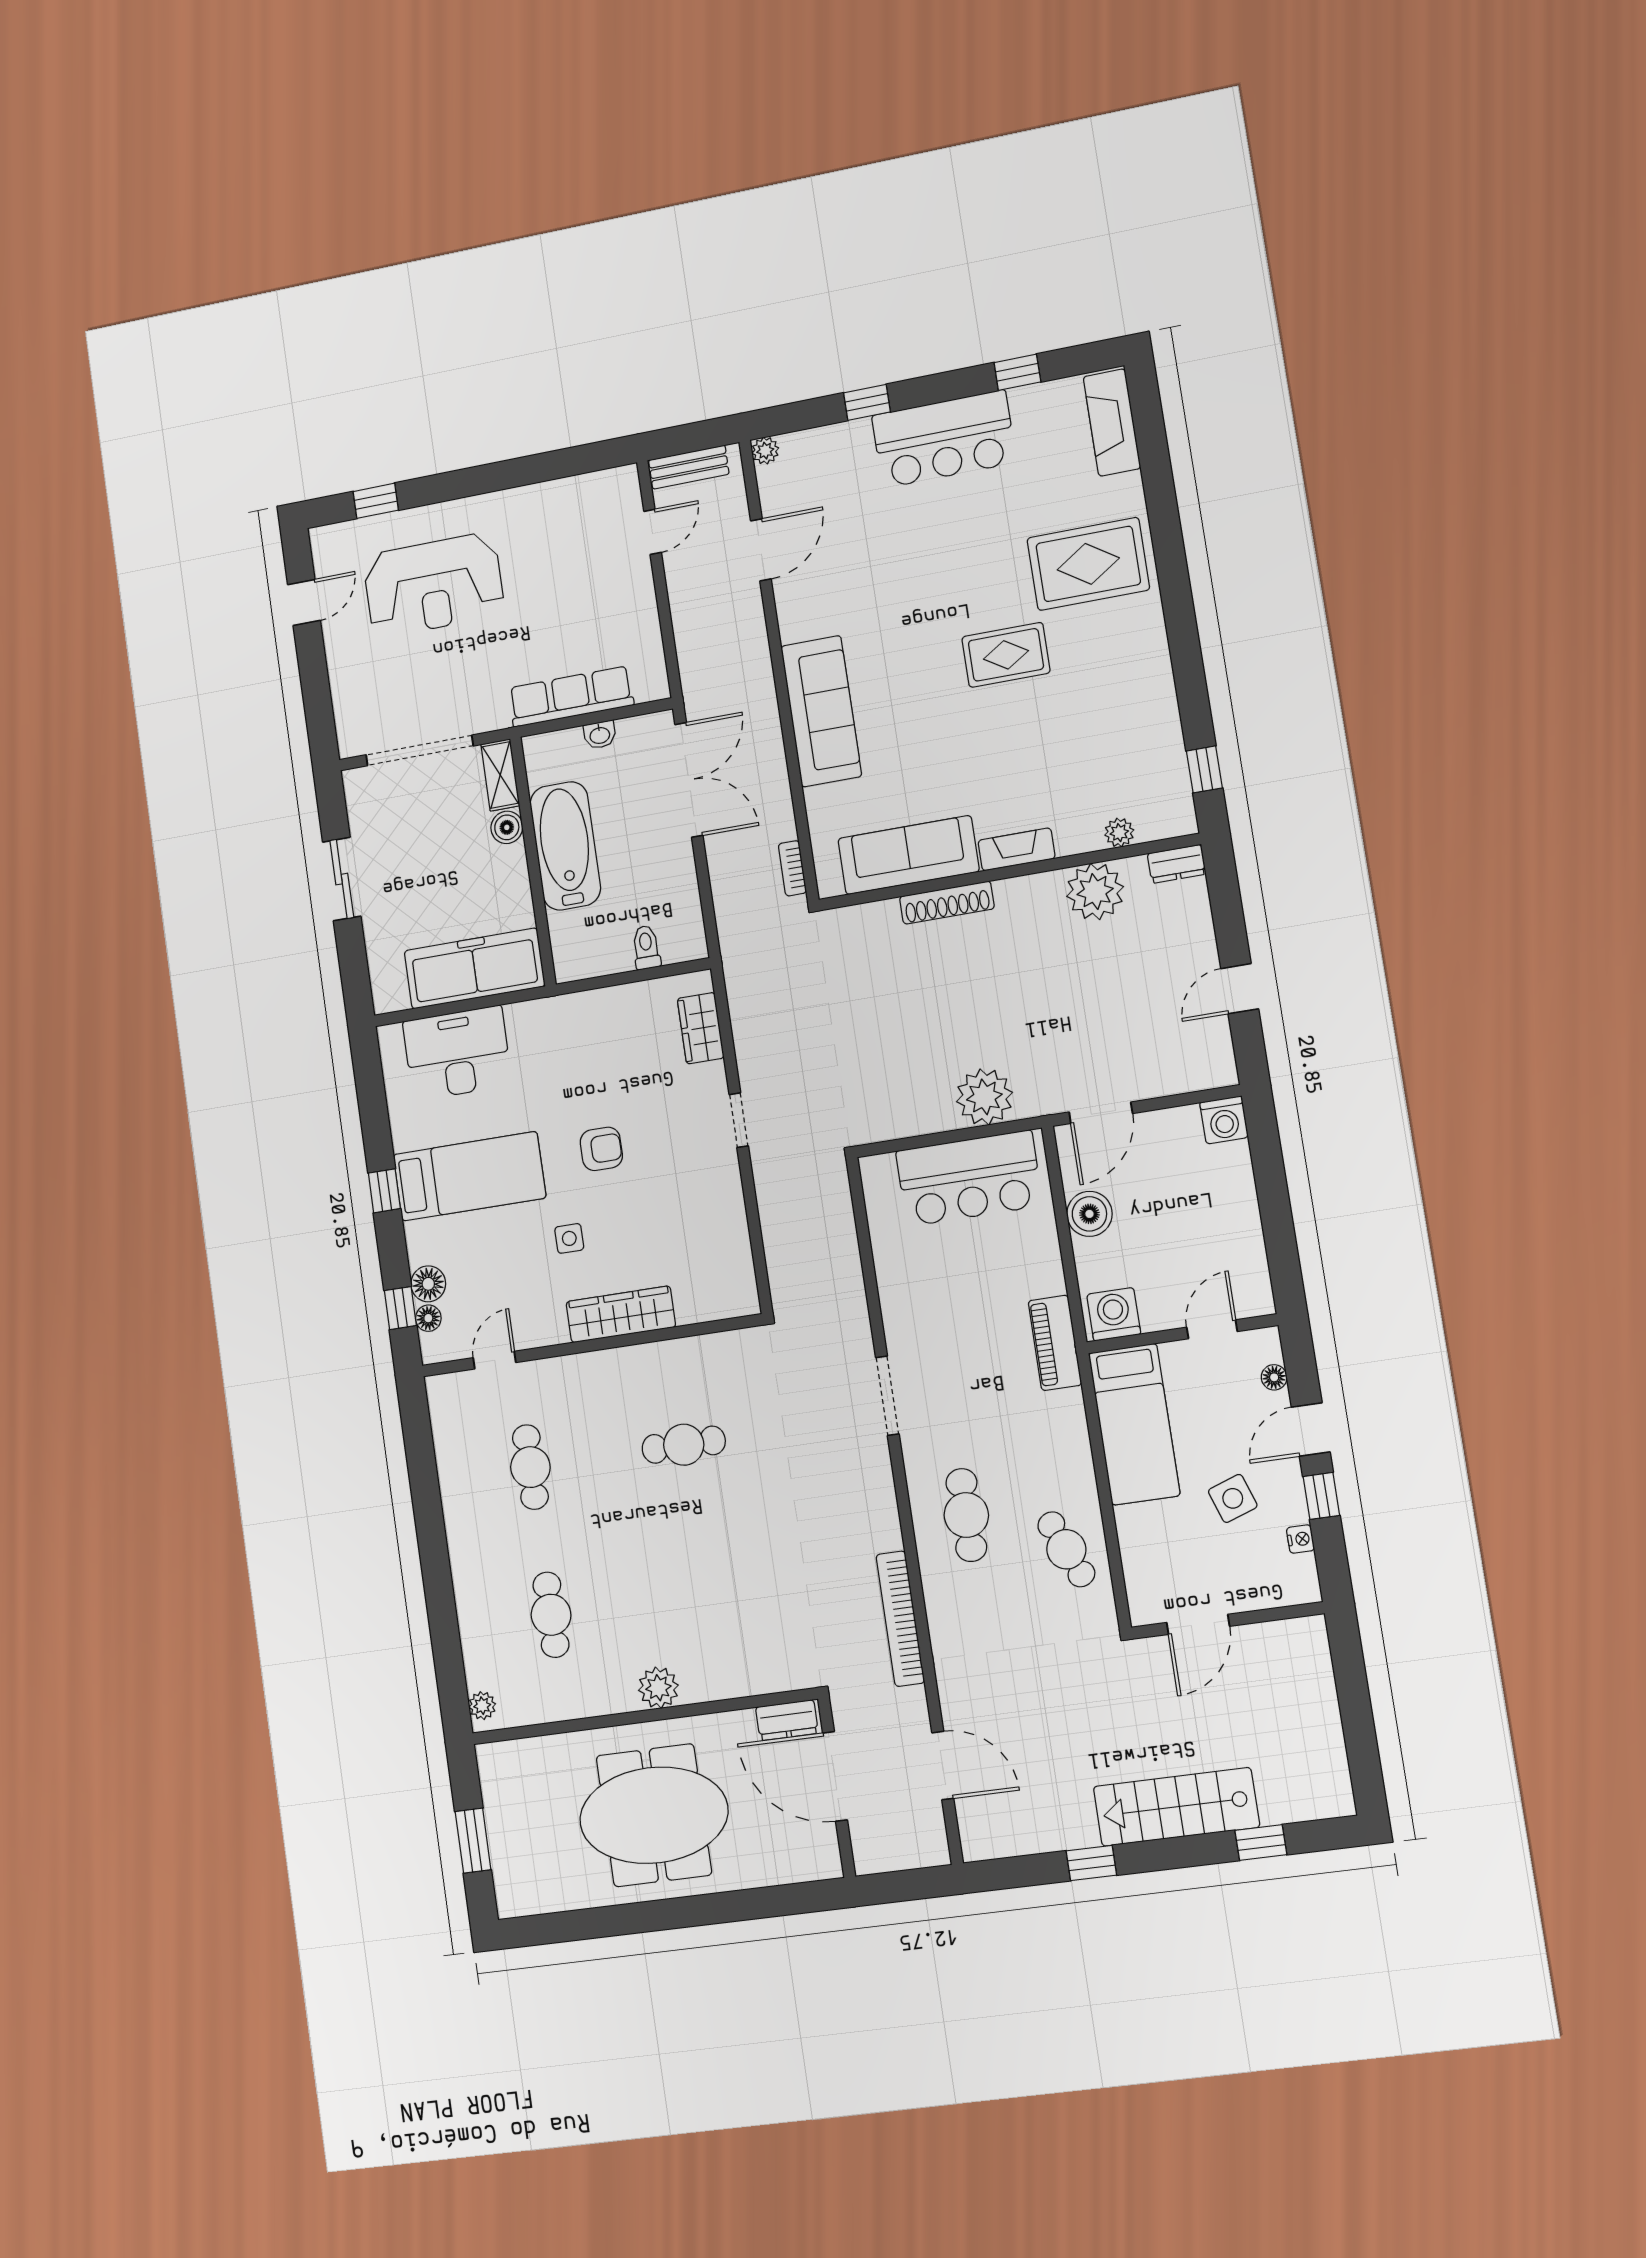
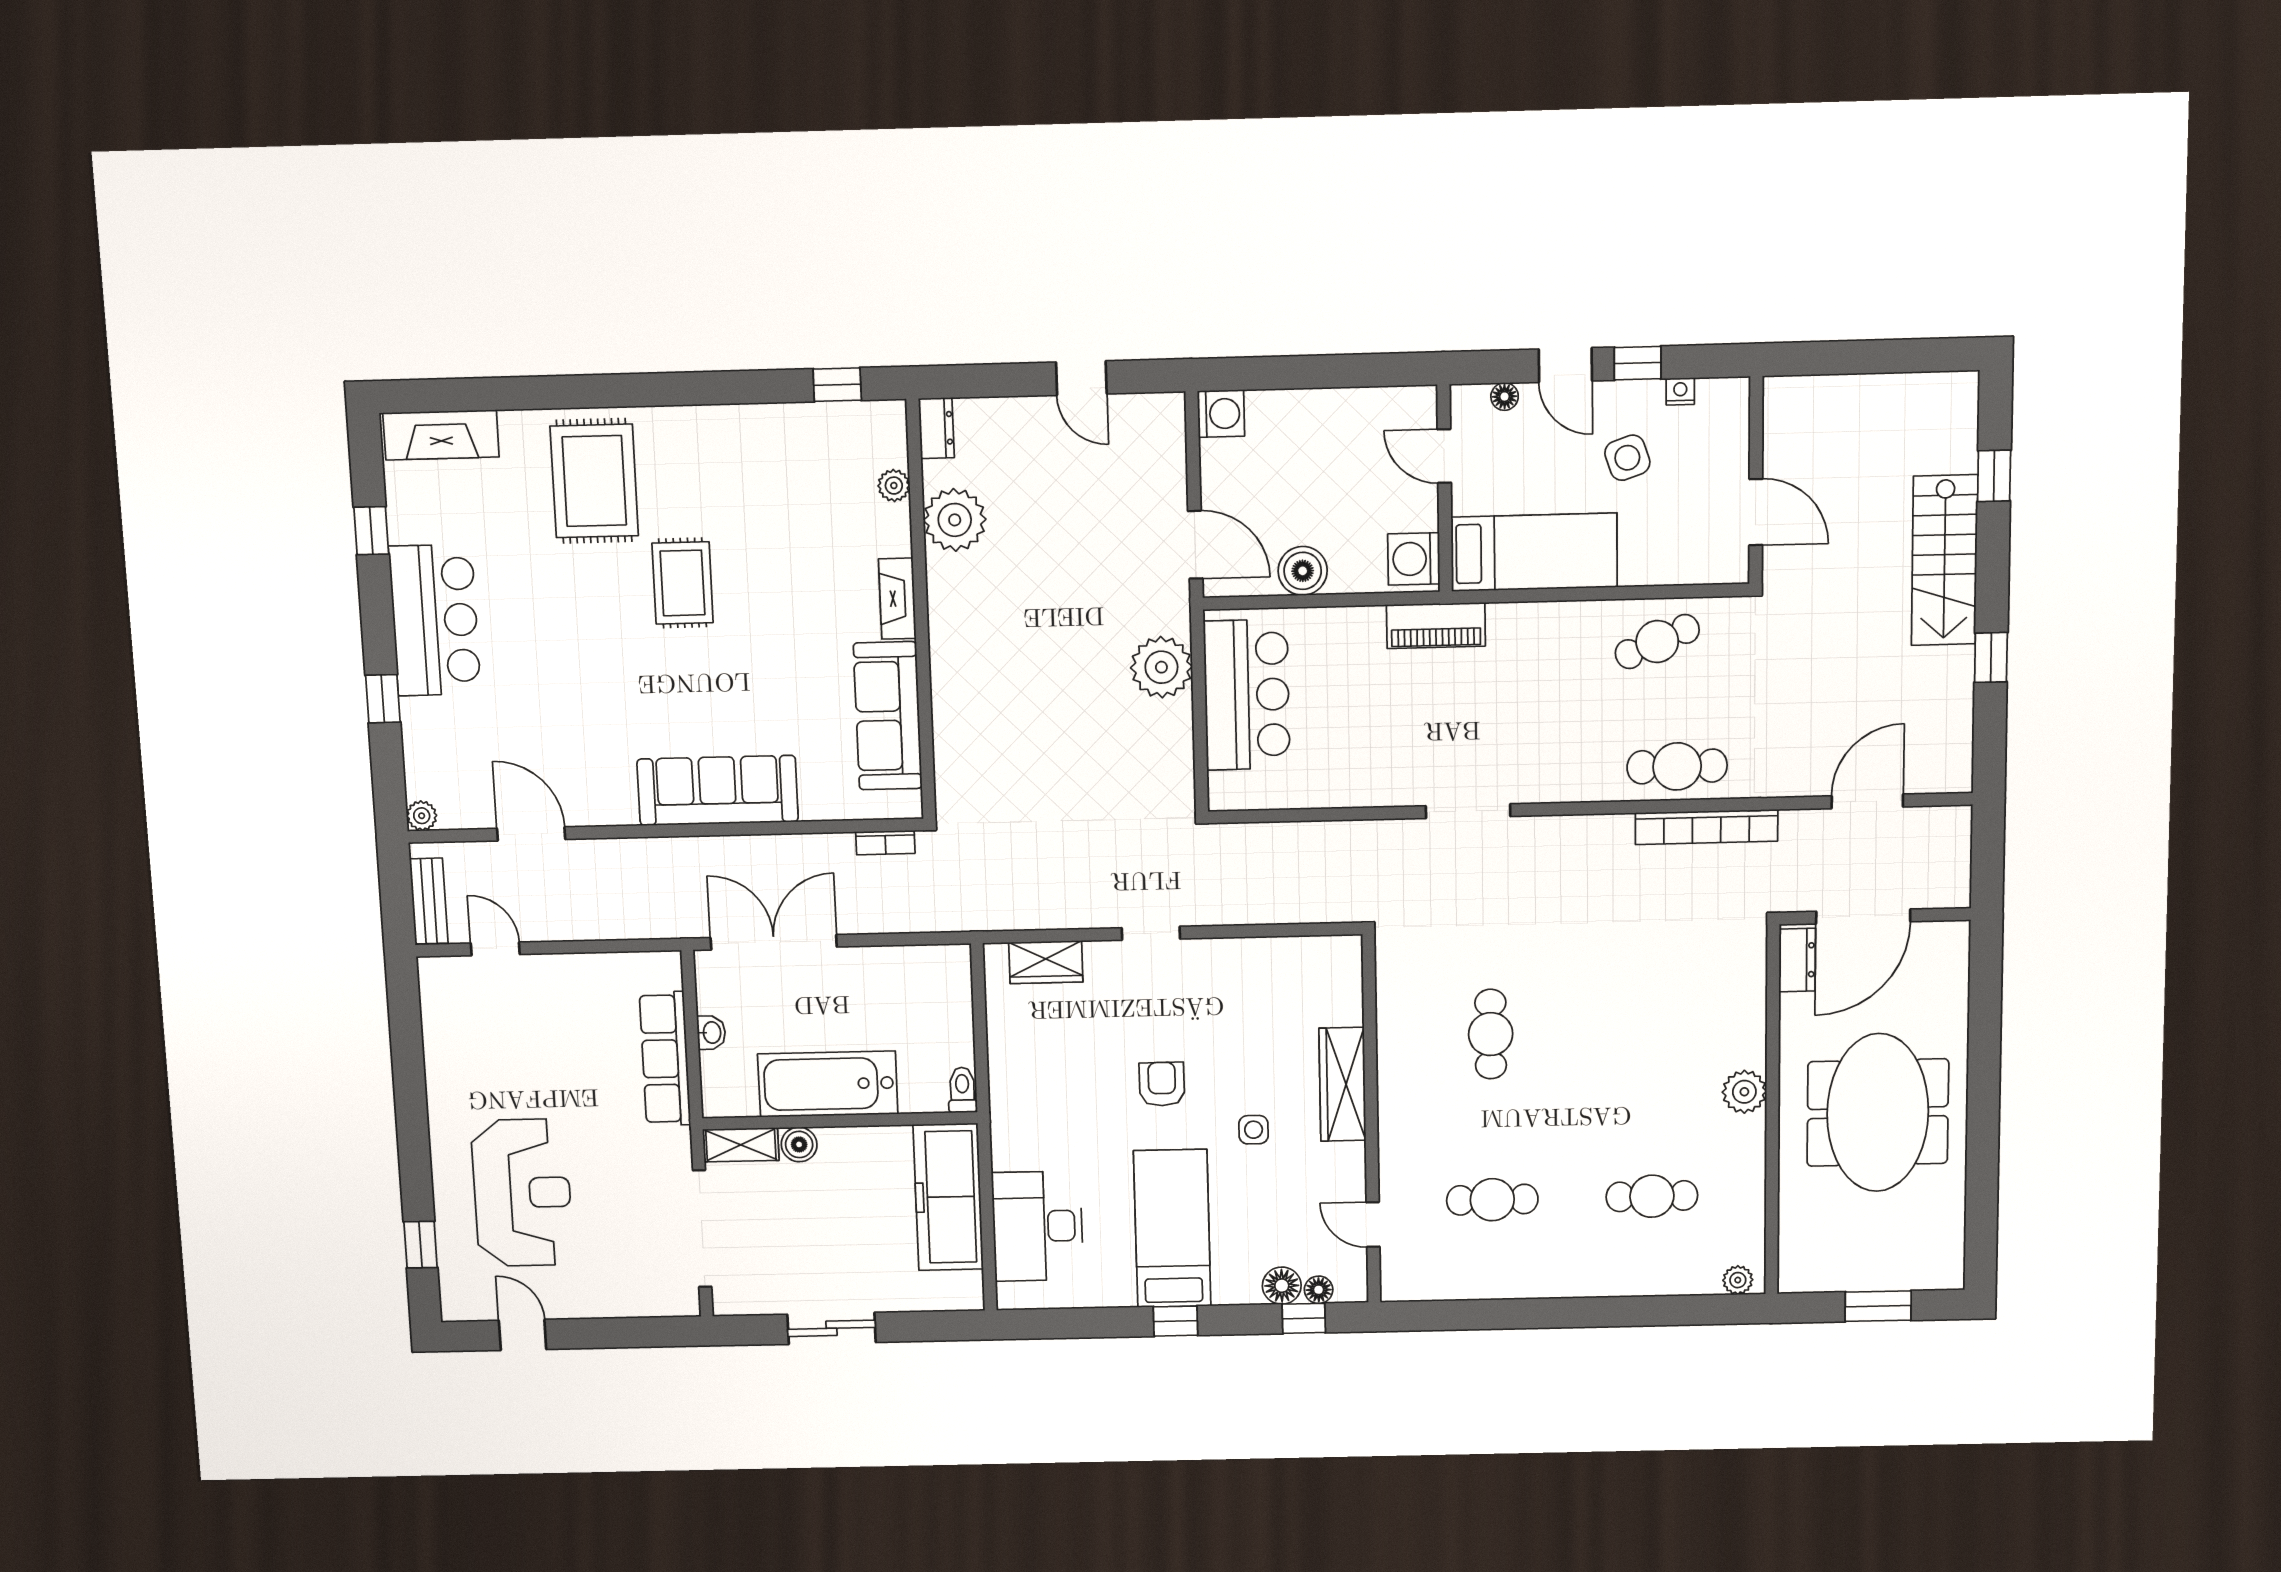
shoe rack: (947, 903) -> (945, 681), removed
toilet: (646, 947) -> (962, 1090), moved, turned 90
cafe table: (966, 1515) -> (1677, 766), moved

